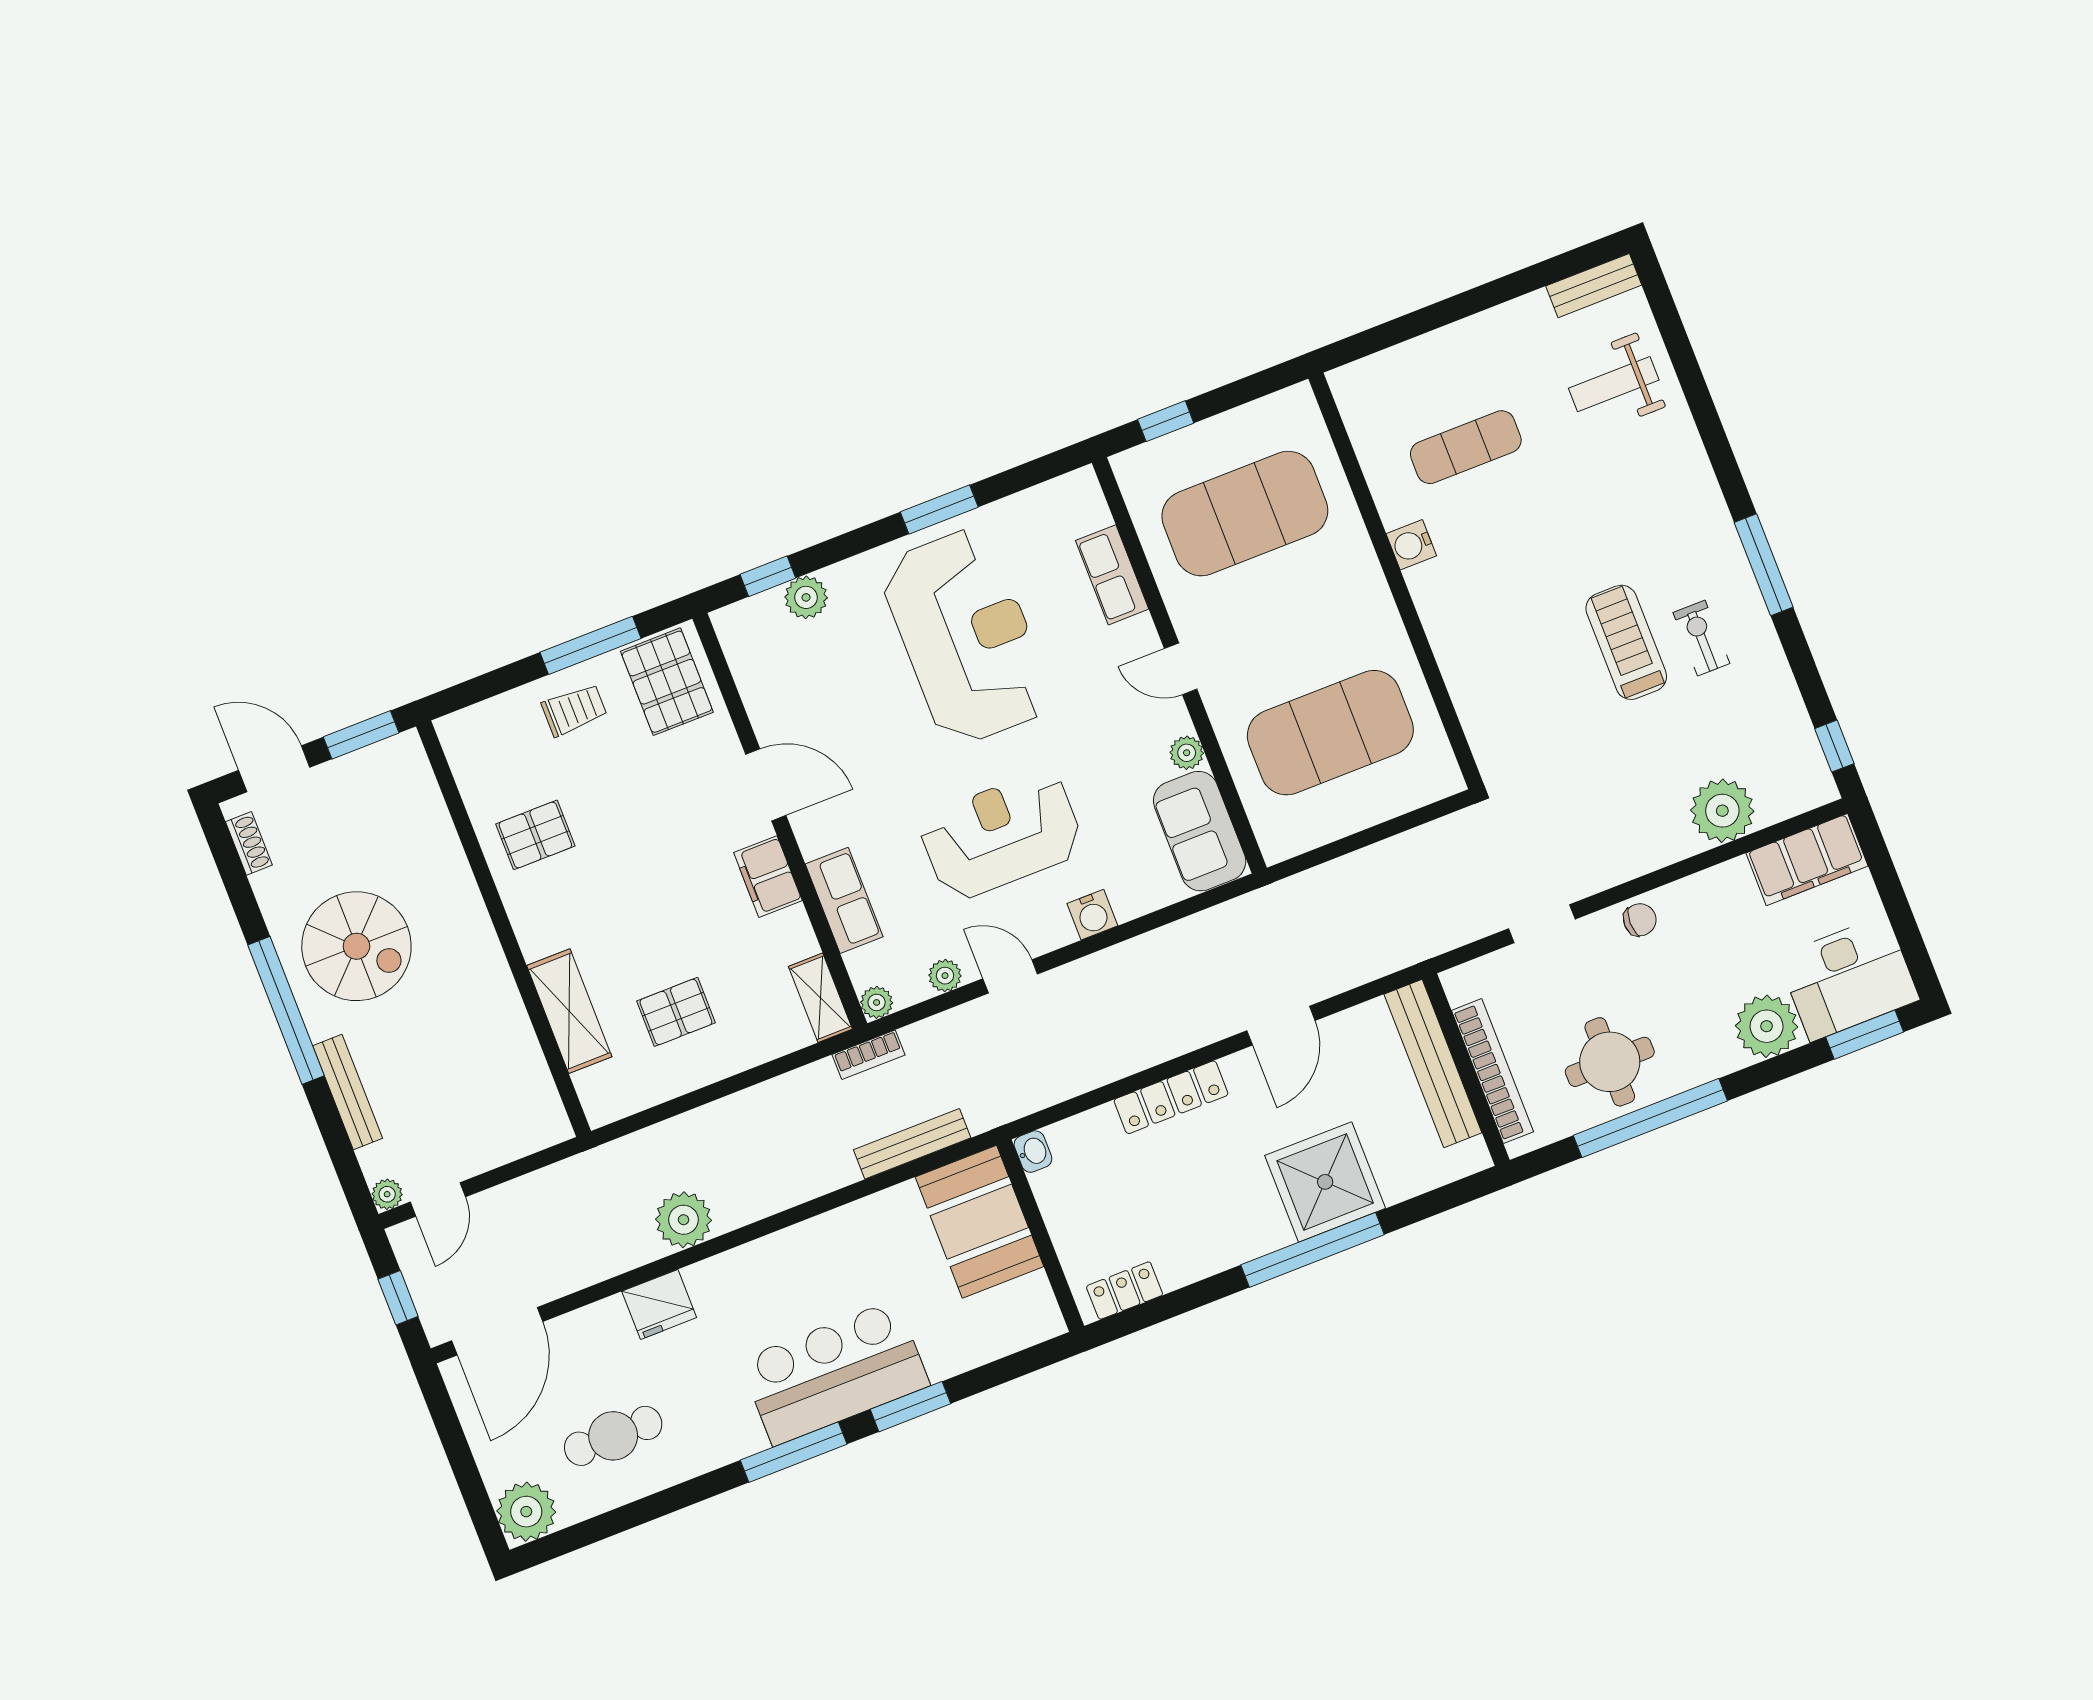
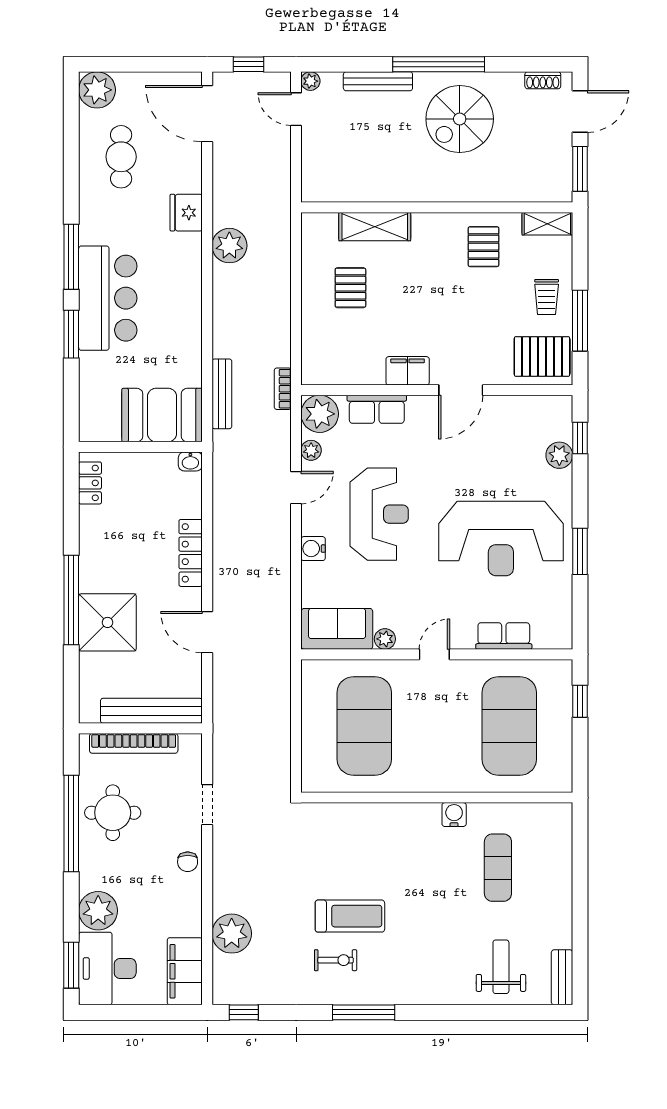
shelving: (820, 998) -> (547, 224), moved
plant: (877, 1002) -> (320, 414), width x1.88, depth x1.88

